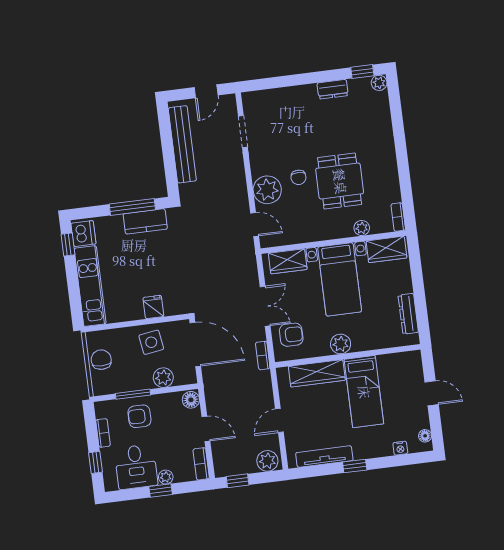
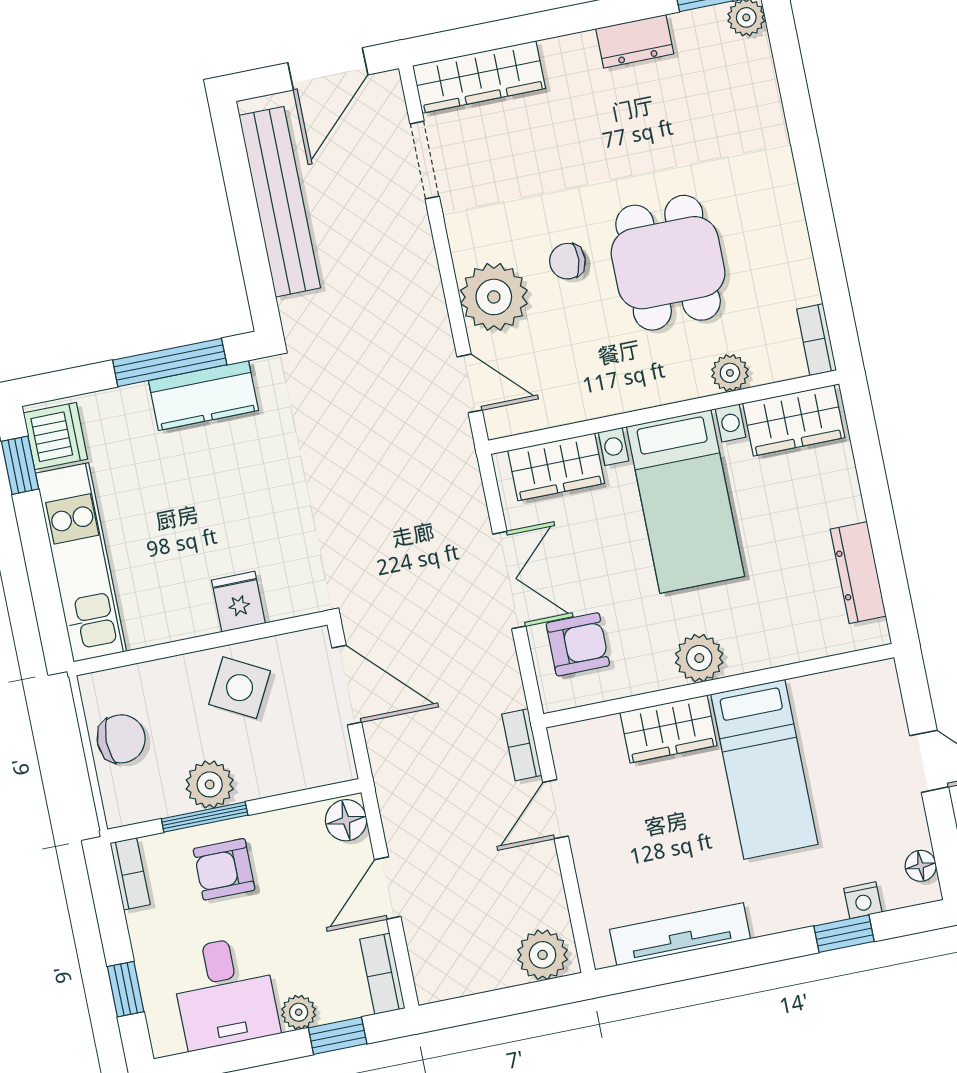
door: (206, 91) -> (328, 69), width x1.38
wardrobe: (268, 99) -> (479, 77), added
chair: (298, 177) -> (567, 261), turned 94
side table: (151, 342) -> (240, 688), turned 37
door: (195, 344) -> (347, 685), width x0.73
bookcase: (263, 356) -> (522, 745), moved
chair: (101, 360) -> (121, 739), turned 90
wardrobe: (317, 373) -> (669, 729), width x0.67
plant: (163, 378) -> (210, 784), moved
door: (279, 420) -> (555, 809), moved
door: (206, 429) -> (388, 888), swing flipped
bookcase: (103, 433) -> (130, 874), moved
window: (355, 466) -> (844, 934), moved
window: (238, 481) -> (474, 1008), removed
window: (161, 490) -> (338, 1036), moved

